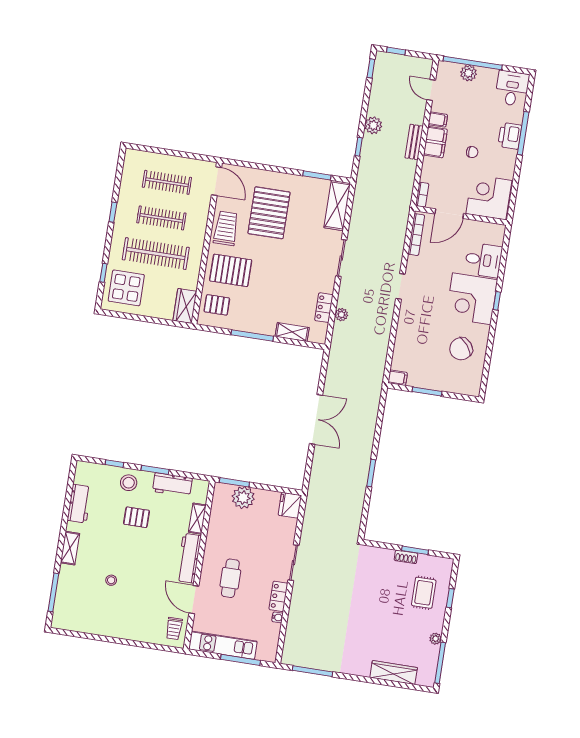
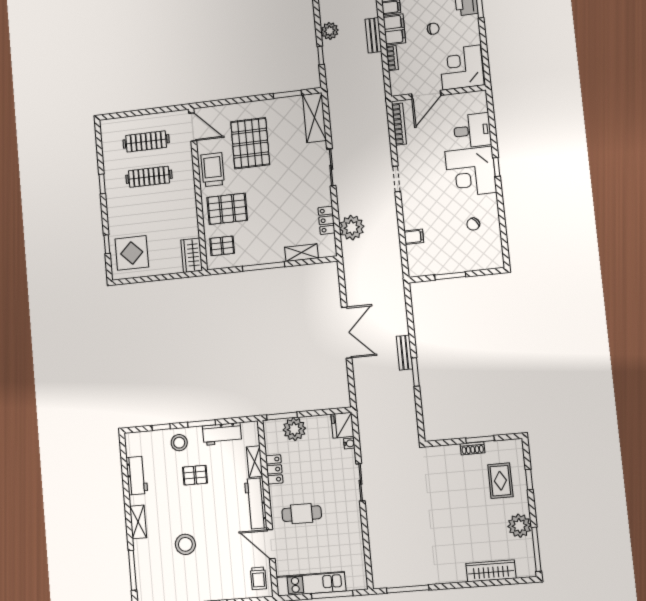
bookcase: (422, 195) -> (392, 58), moved
clothes rail: (156, 254) -> (152, 212), removed
plant: (341, 315) -> (352, 228), width x1.88, depth x1.88
chair: (461, 349) -> (473, 224), width x0.54, depth x0.54
filing cabinet: (398, 378) -> (414, 237), moved
bench: (366, 452) -> (404, 353), added
cafe table: (230, 578) -> (302, 514), turned 90
stool: (111, 580) -> (185, 544), width x1.89, depth x1.89
locker: (278, 596) -> (274, 469), moved, turned 180
water cooler: (277, 617) -> (349, 443), moved
plant: (436, 639) -> (519, 526), width x1.88, depth x1.88

